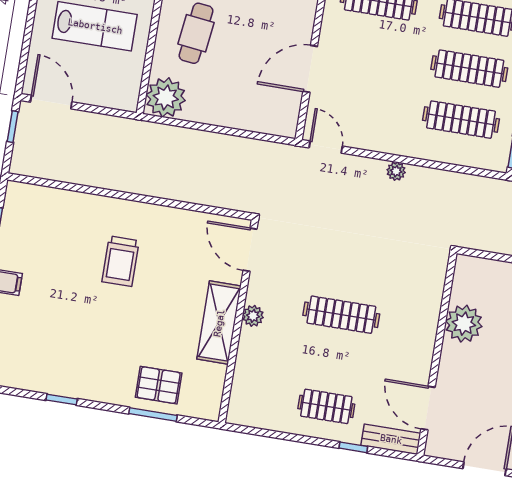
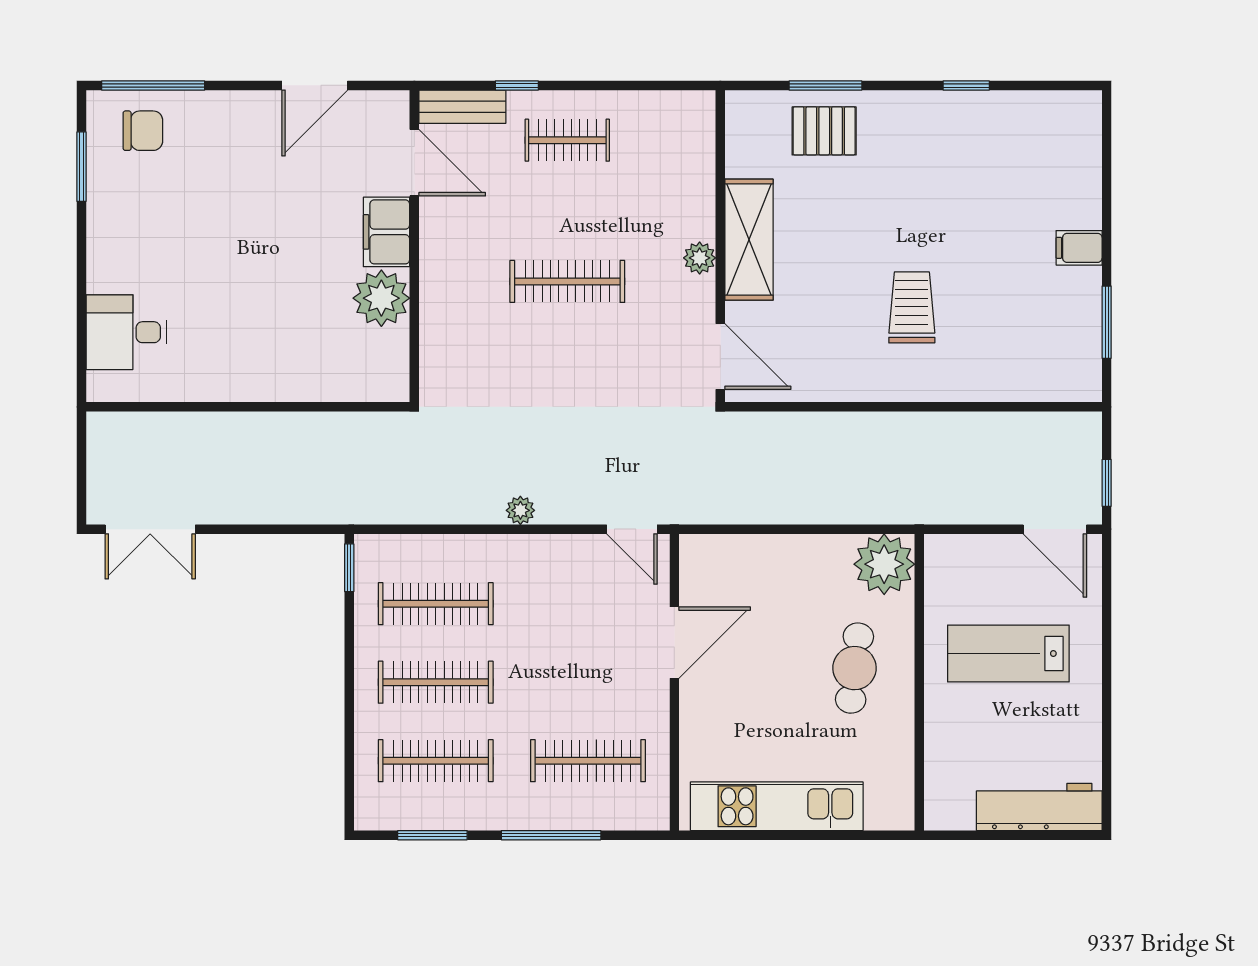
filing cabinet: (453, 366) -> (387, 232), added

